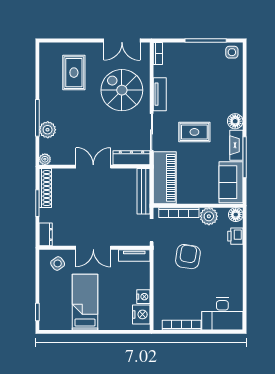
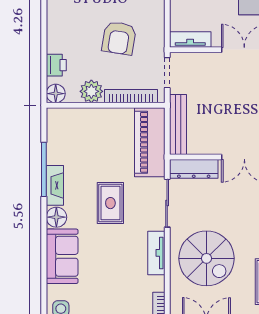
rug: (194, 132) -> (110, 203), turned 90
sofa: (231, 182) -> (62, 256), moved

